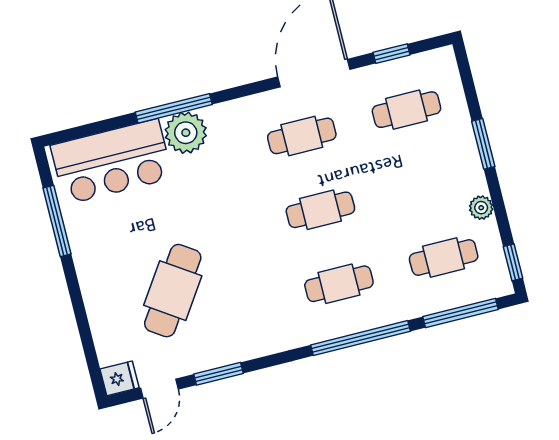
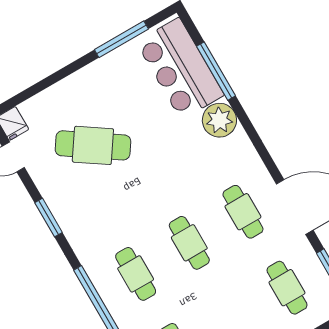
window: (174, 108) -> (216, 71), moved
window: (219, 374) -> (48, 218), moved

